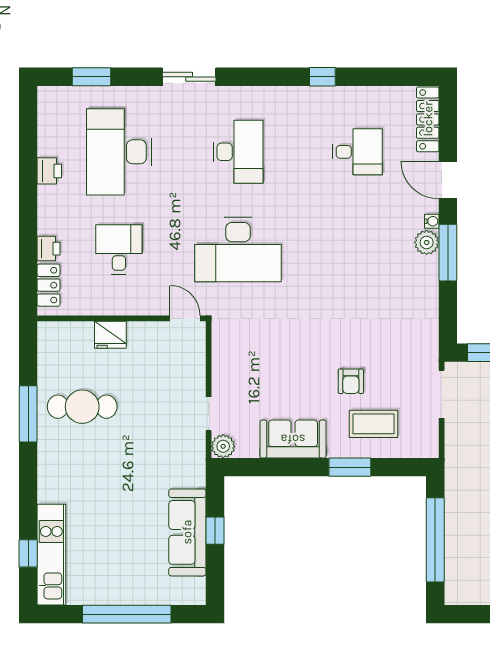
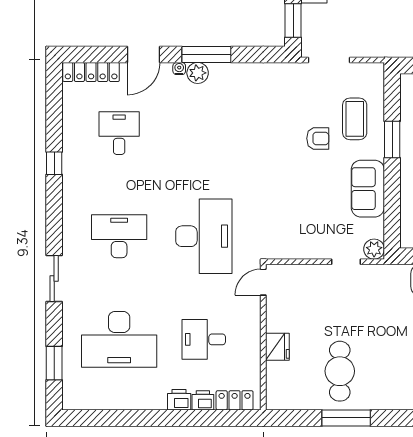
printer: (49, 171) -> (179, 400), moved

